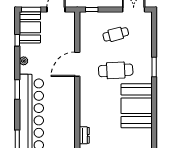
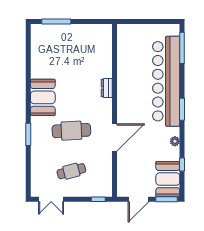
booth: (137, 106) -> (43, 97), width x0.73, depth x0.70
dresser: (84, 135) -> (107, 88), moved

